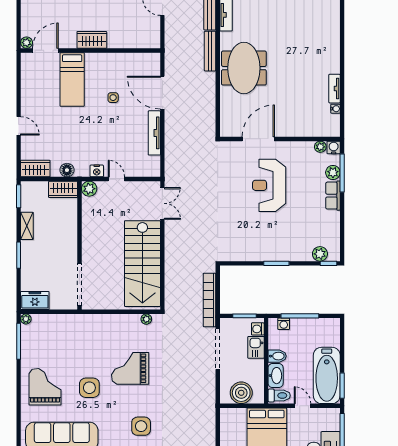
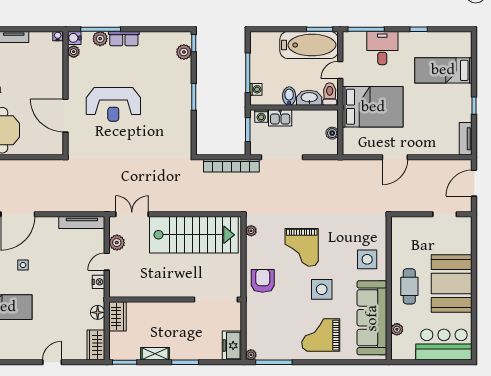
water cooler: (335, 109) -> (58, 36), moved
tv unit: (154, 133) -> (82, 223), moved
plant: (89, 189) -> (117, 243), moved
armchair: (98, 330) -> (263, 281), added
boiler: (241, 393) -> (332, 133), width x0.54, depth x0.54
side table: (141, 426) -> (367, 259), moved

